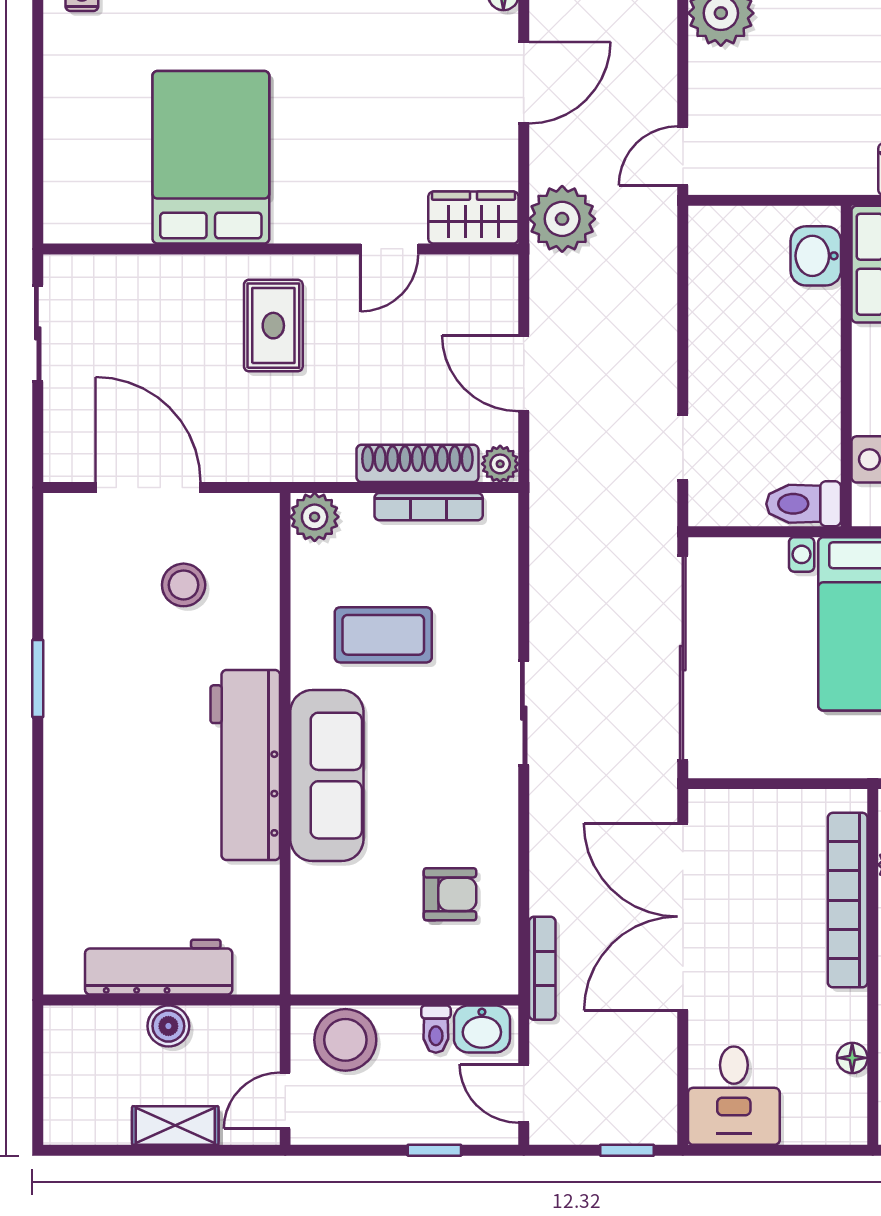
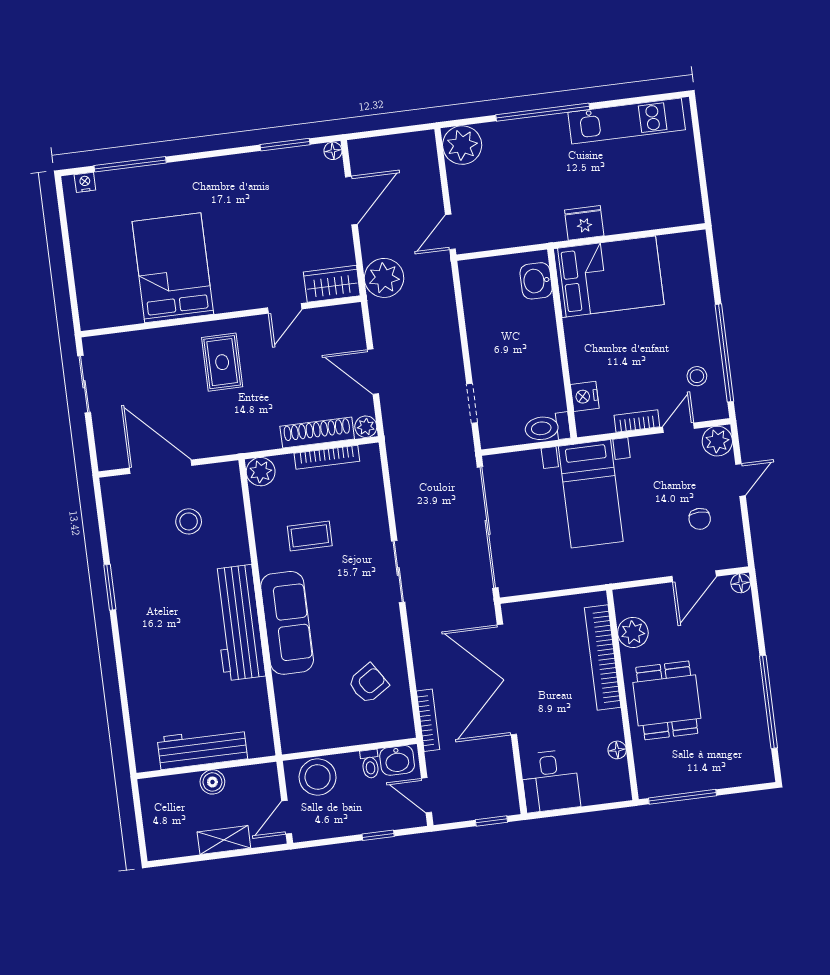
coffee table: (383, 635) -> (310, 536), width x0.73, depth x0.77
armchair: (450, 894) -> (368, 684), turned -33

